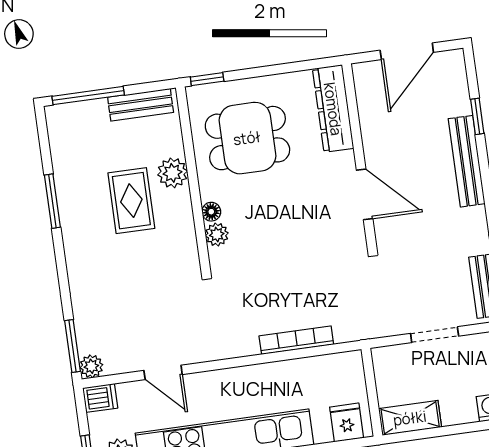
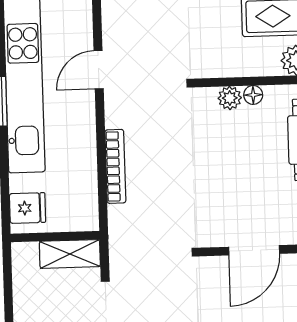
door: (163, 372) -> (99, 70), moved
shelving: (410, 418) -> (70, 254), moved, turned 90

